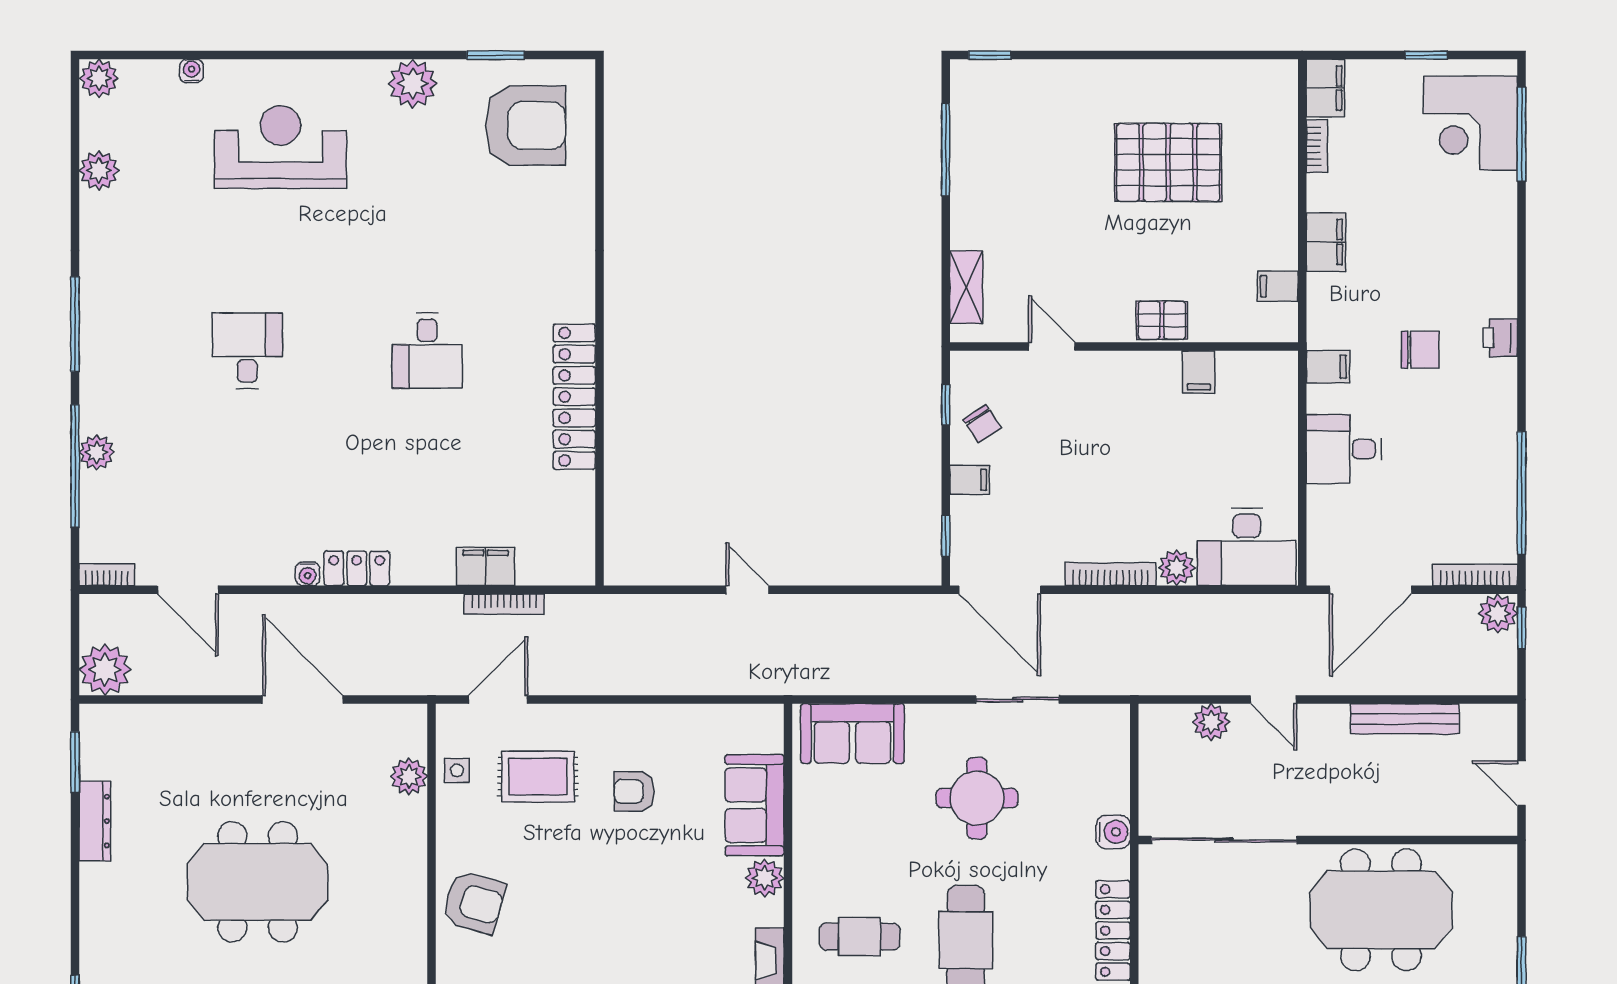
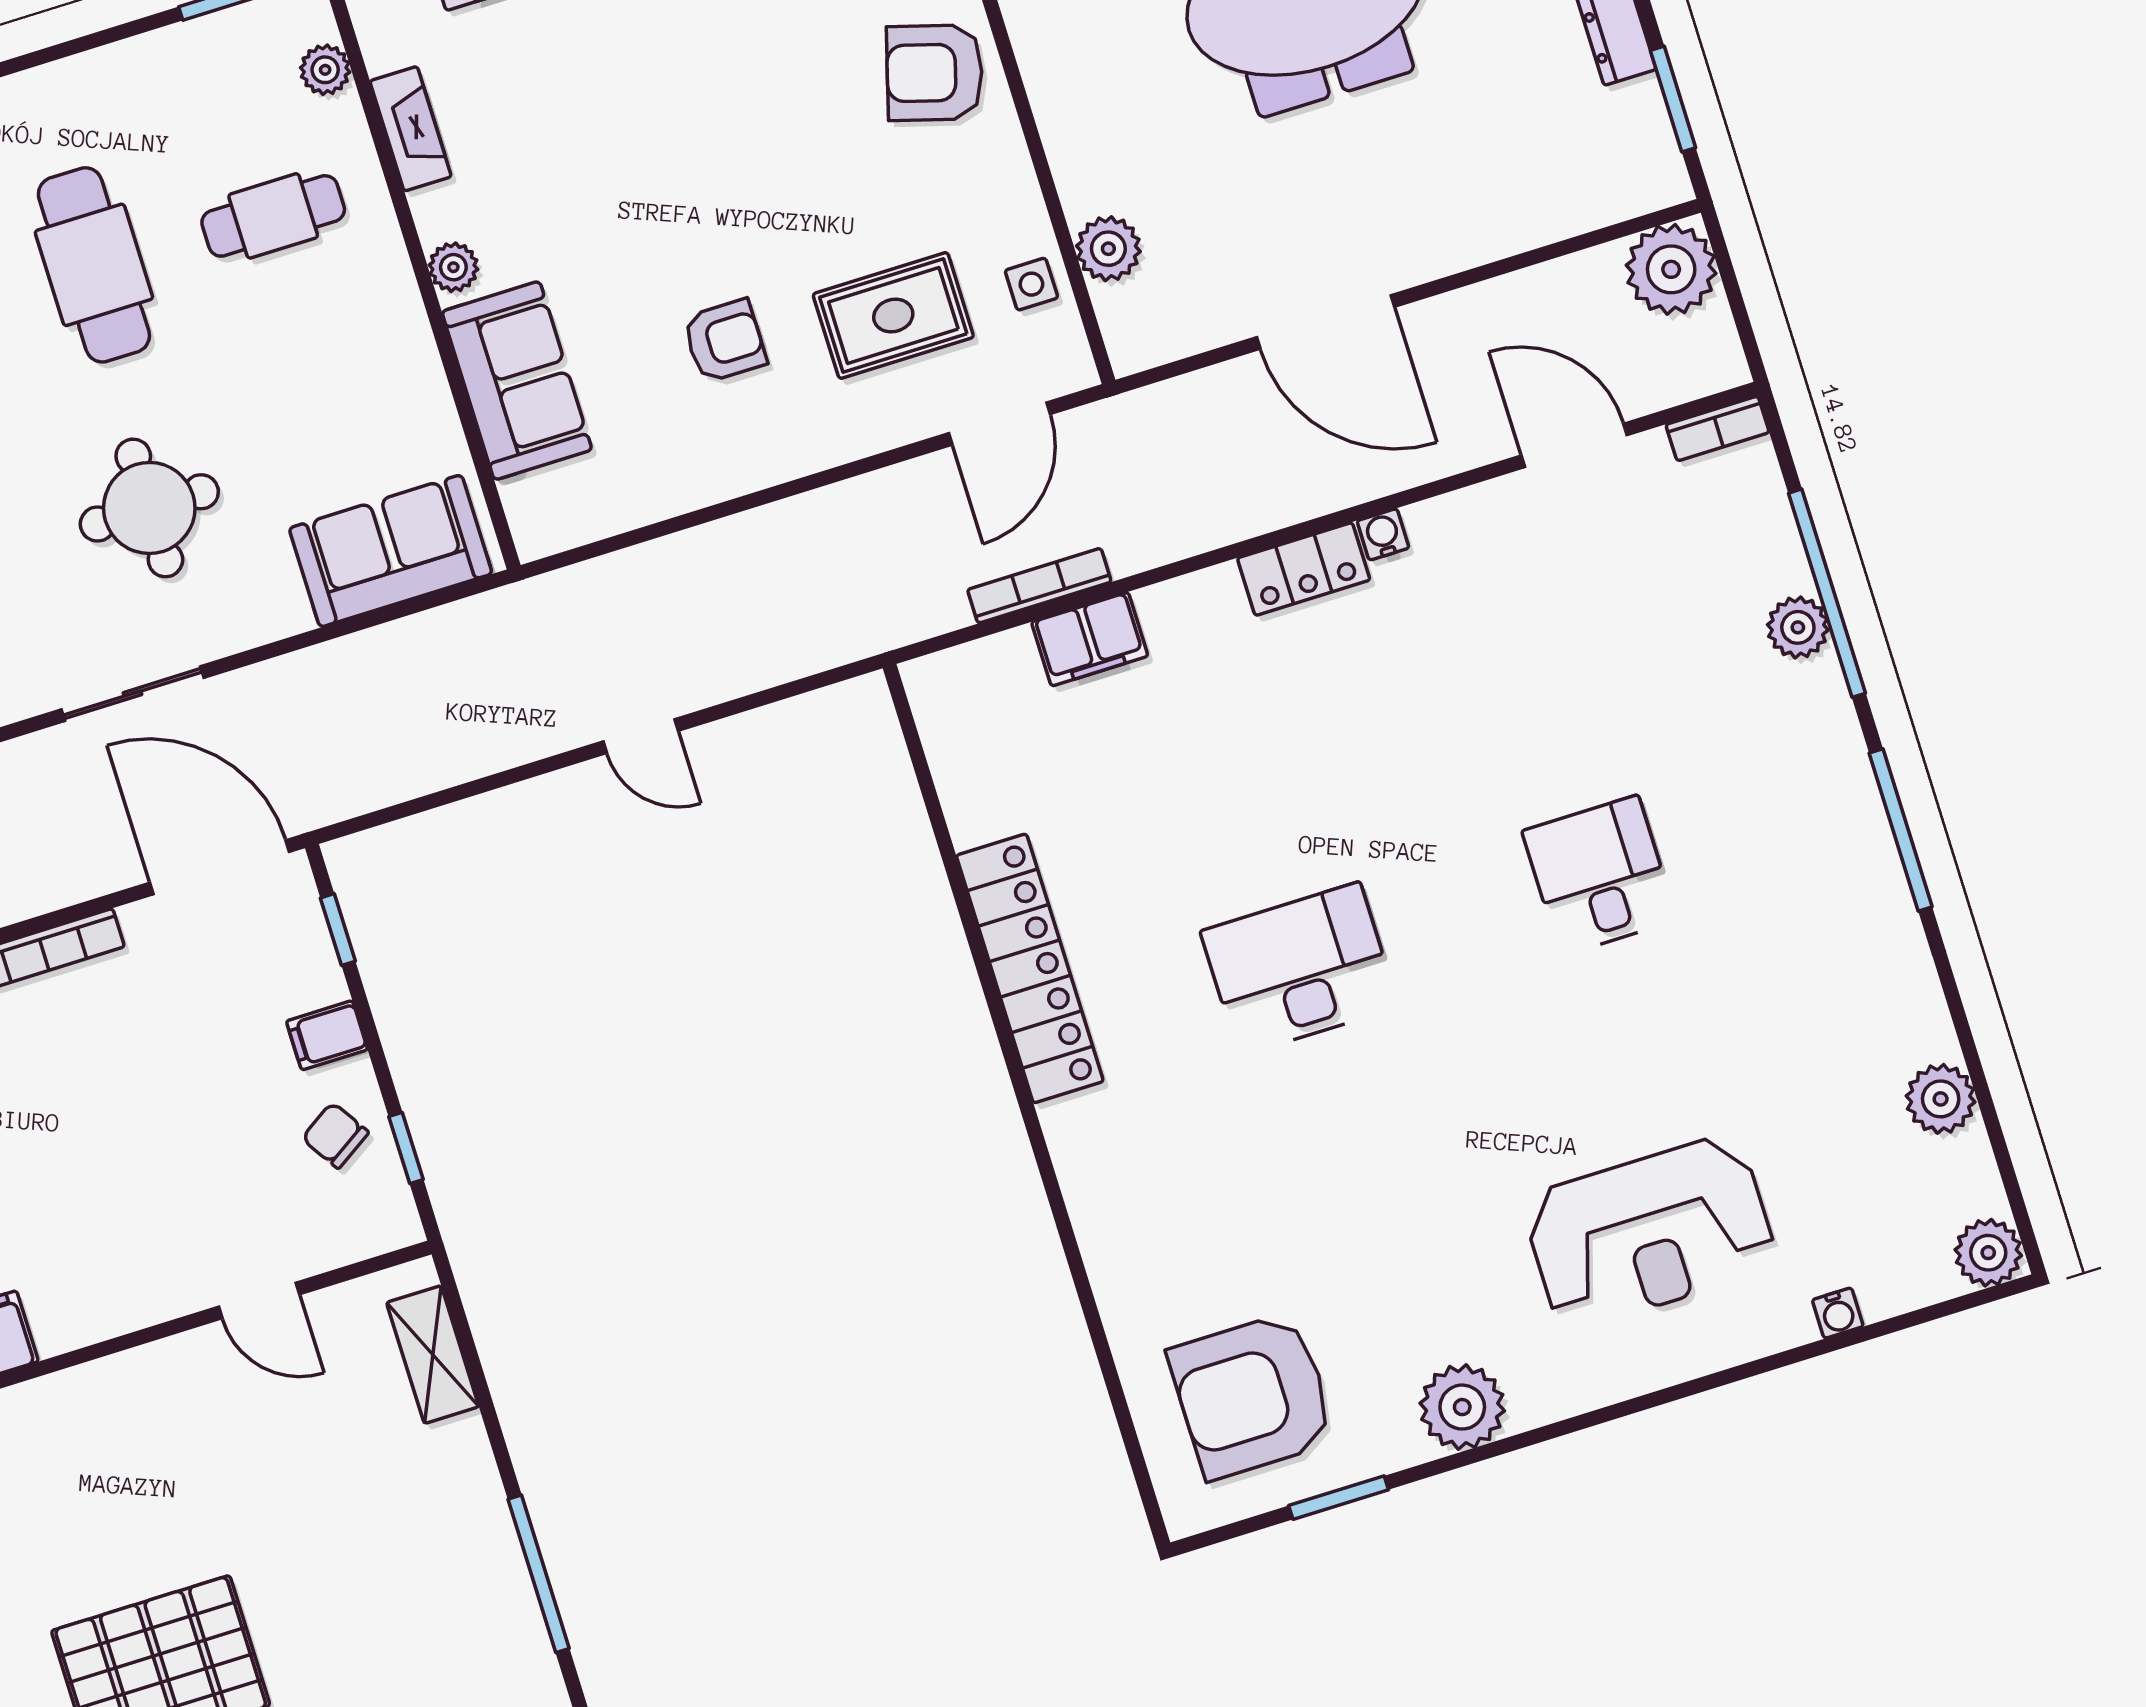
pallet: (1162, 320) -> (89, 1402), removed
desk: (247, 351) -> (1599, 875), turned 180
desk: (427, 351) -> (1299, 969), width x1.37
plant: (765, 878) -> (453, 267), width x0.73, depth x0.73

